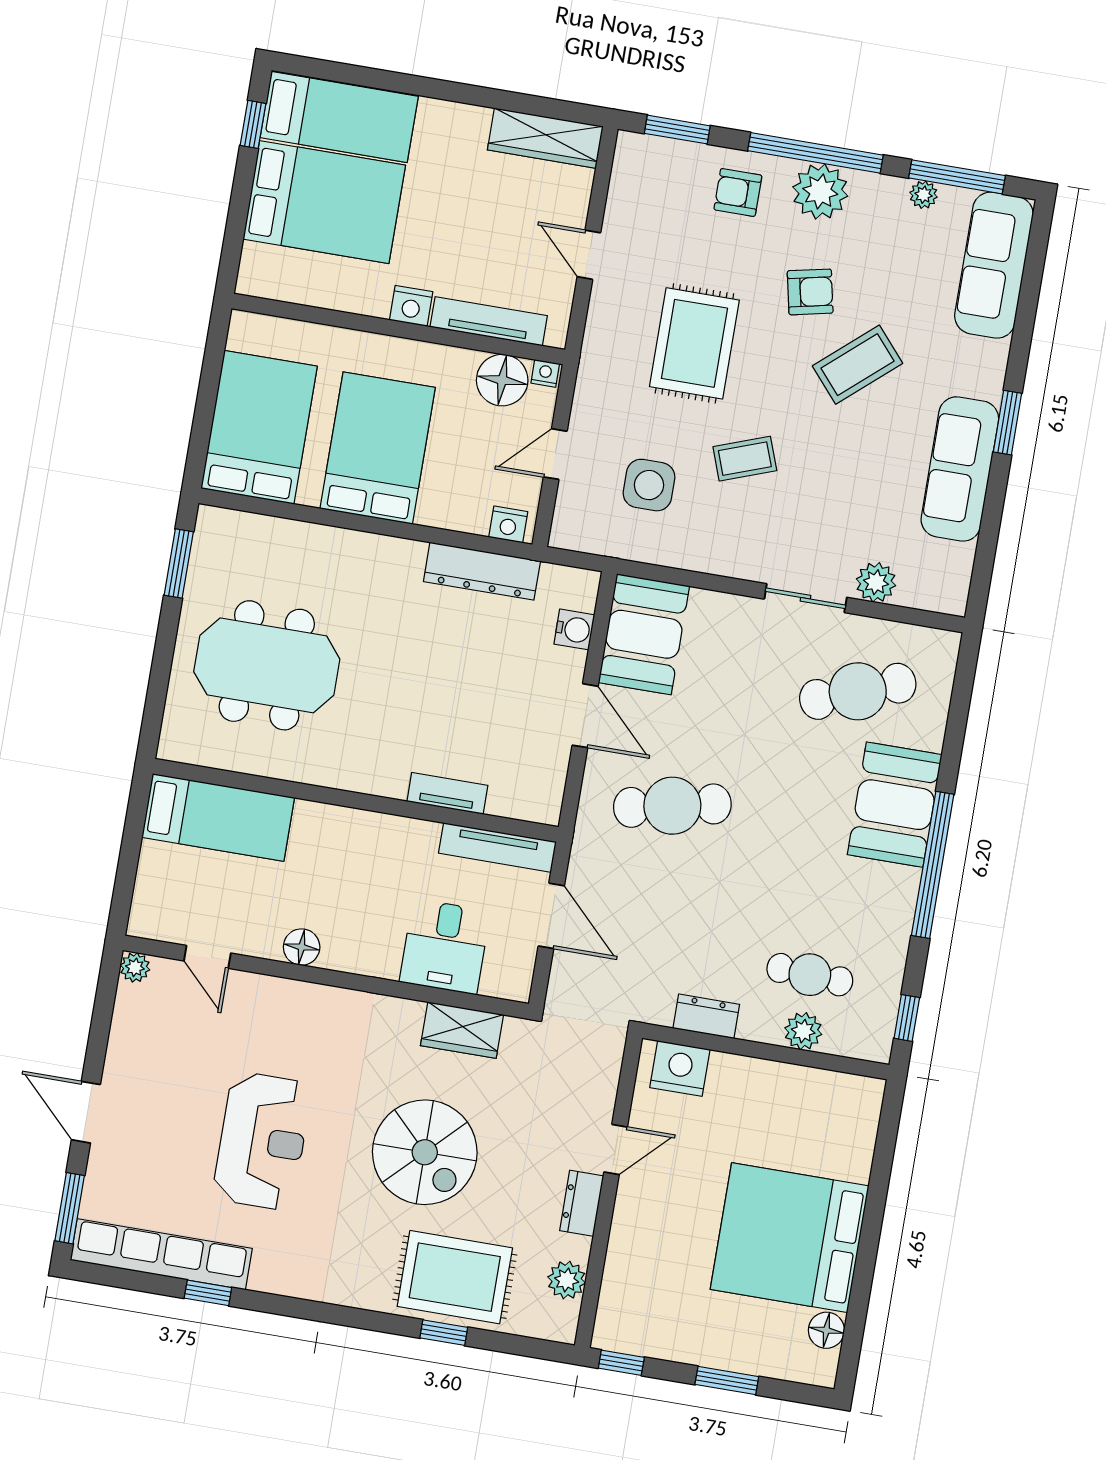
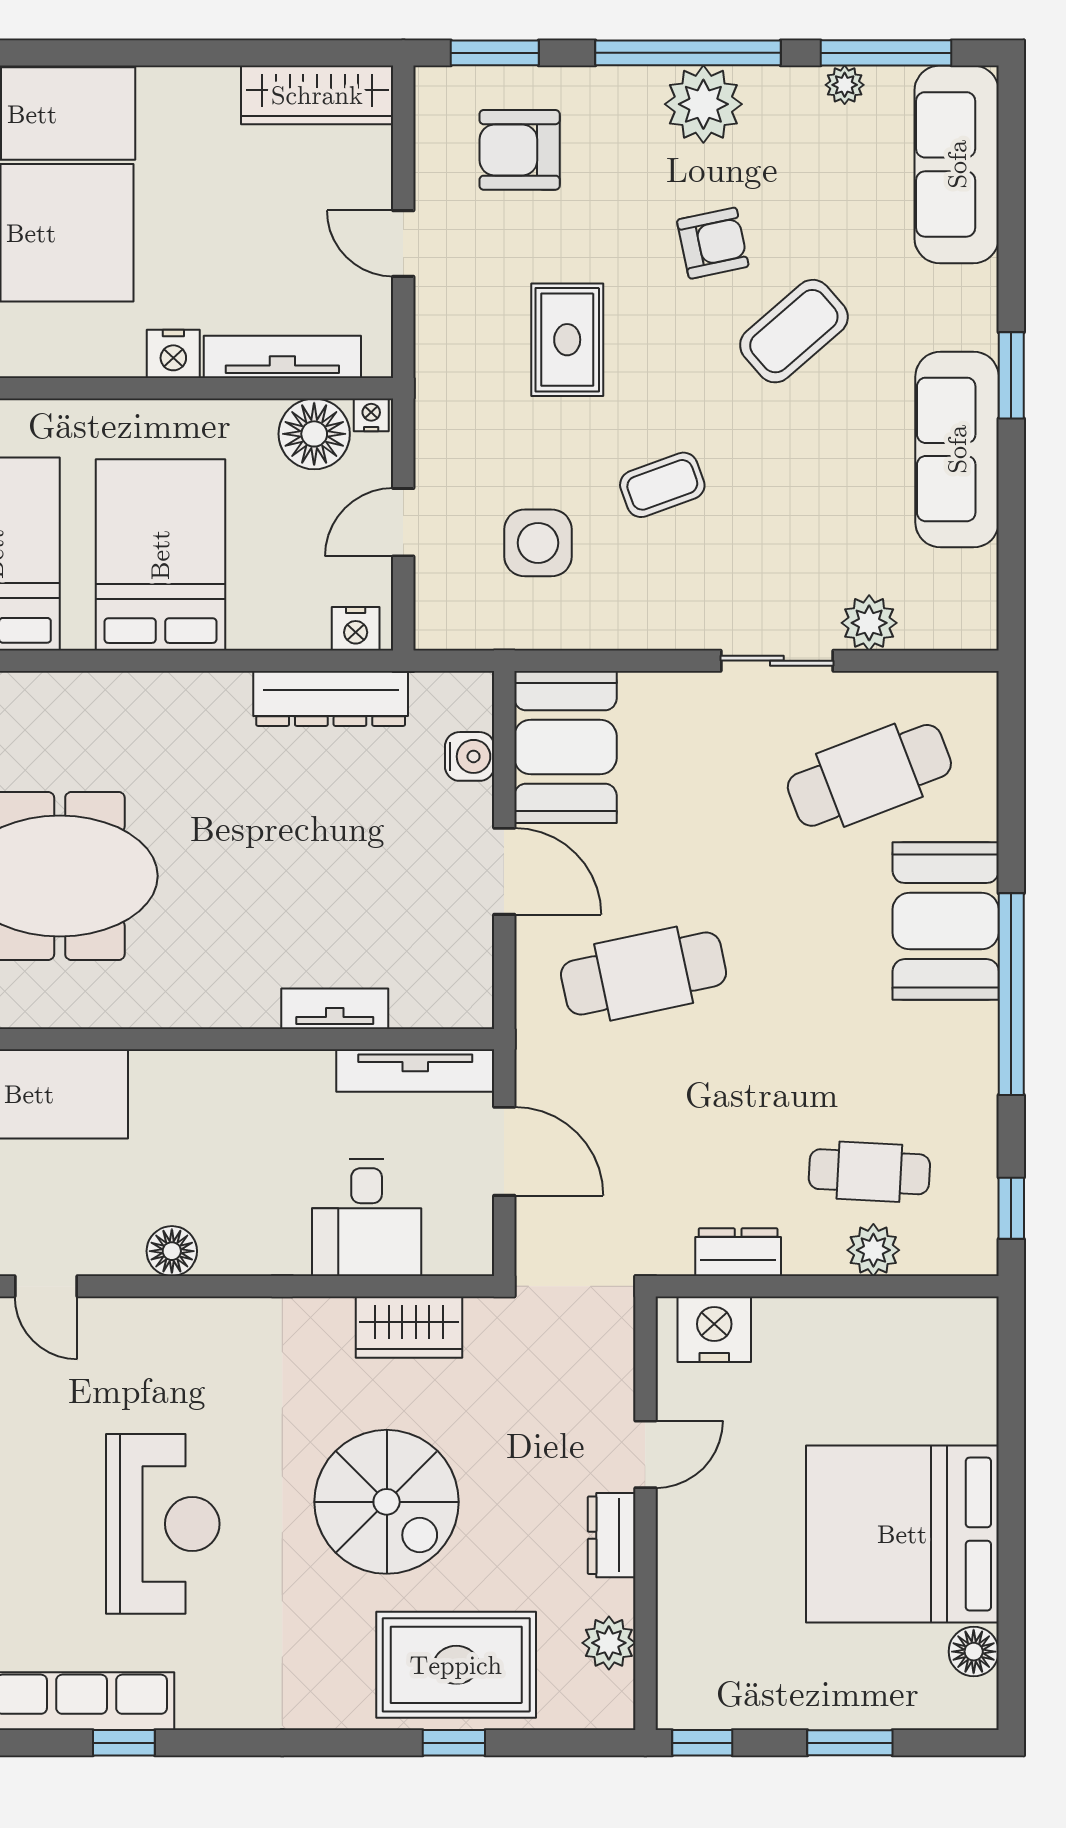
armchair: (738, 192) -> (520, 150), moved, width x1.38, depth x1.38
rug: (694, 343) -> (567, 340), width x0.73, depth x0.70

